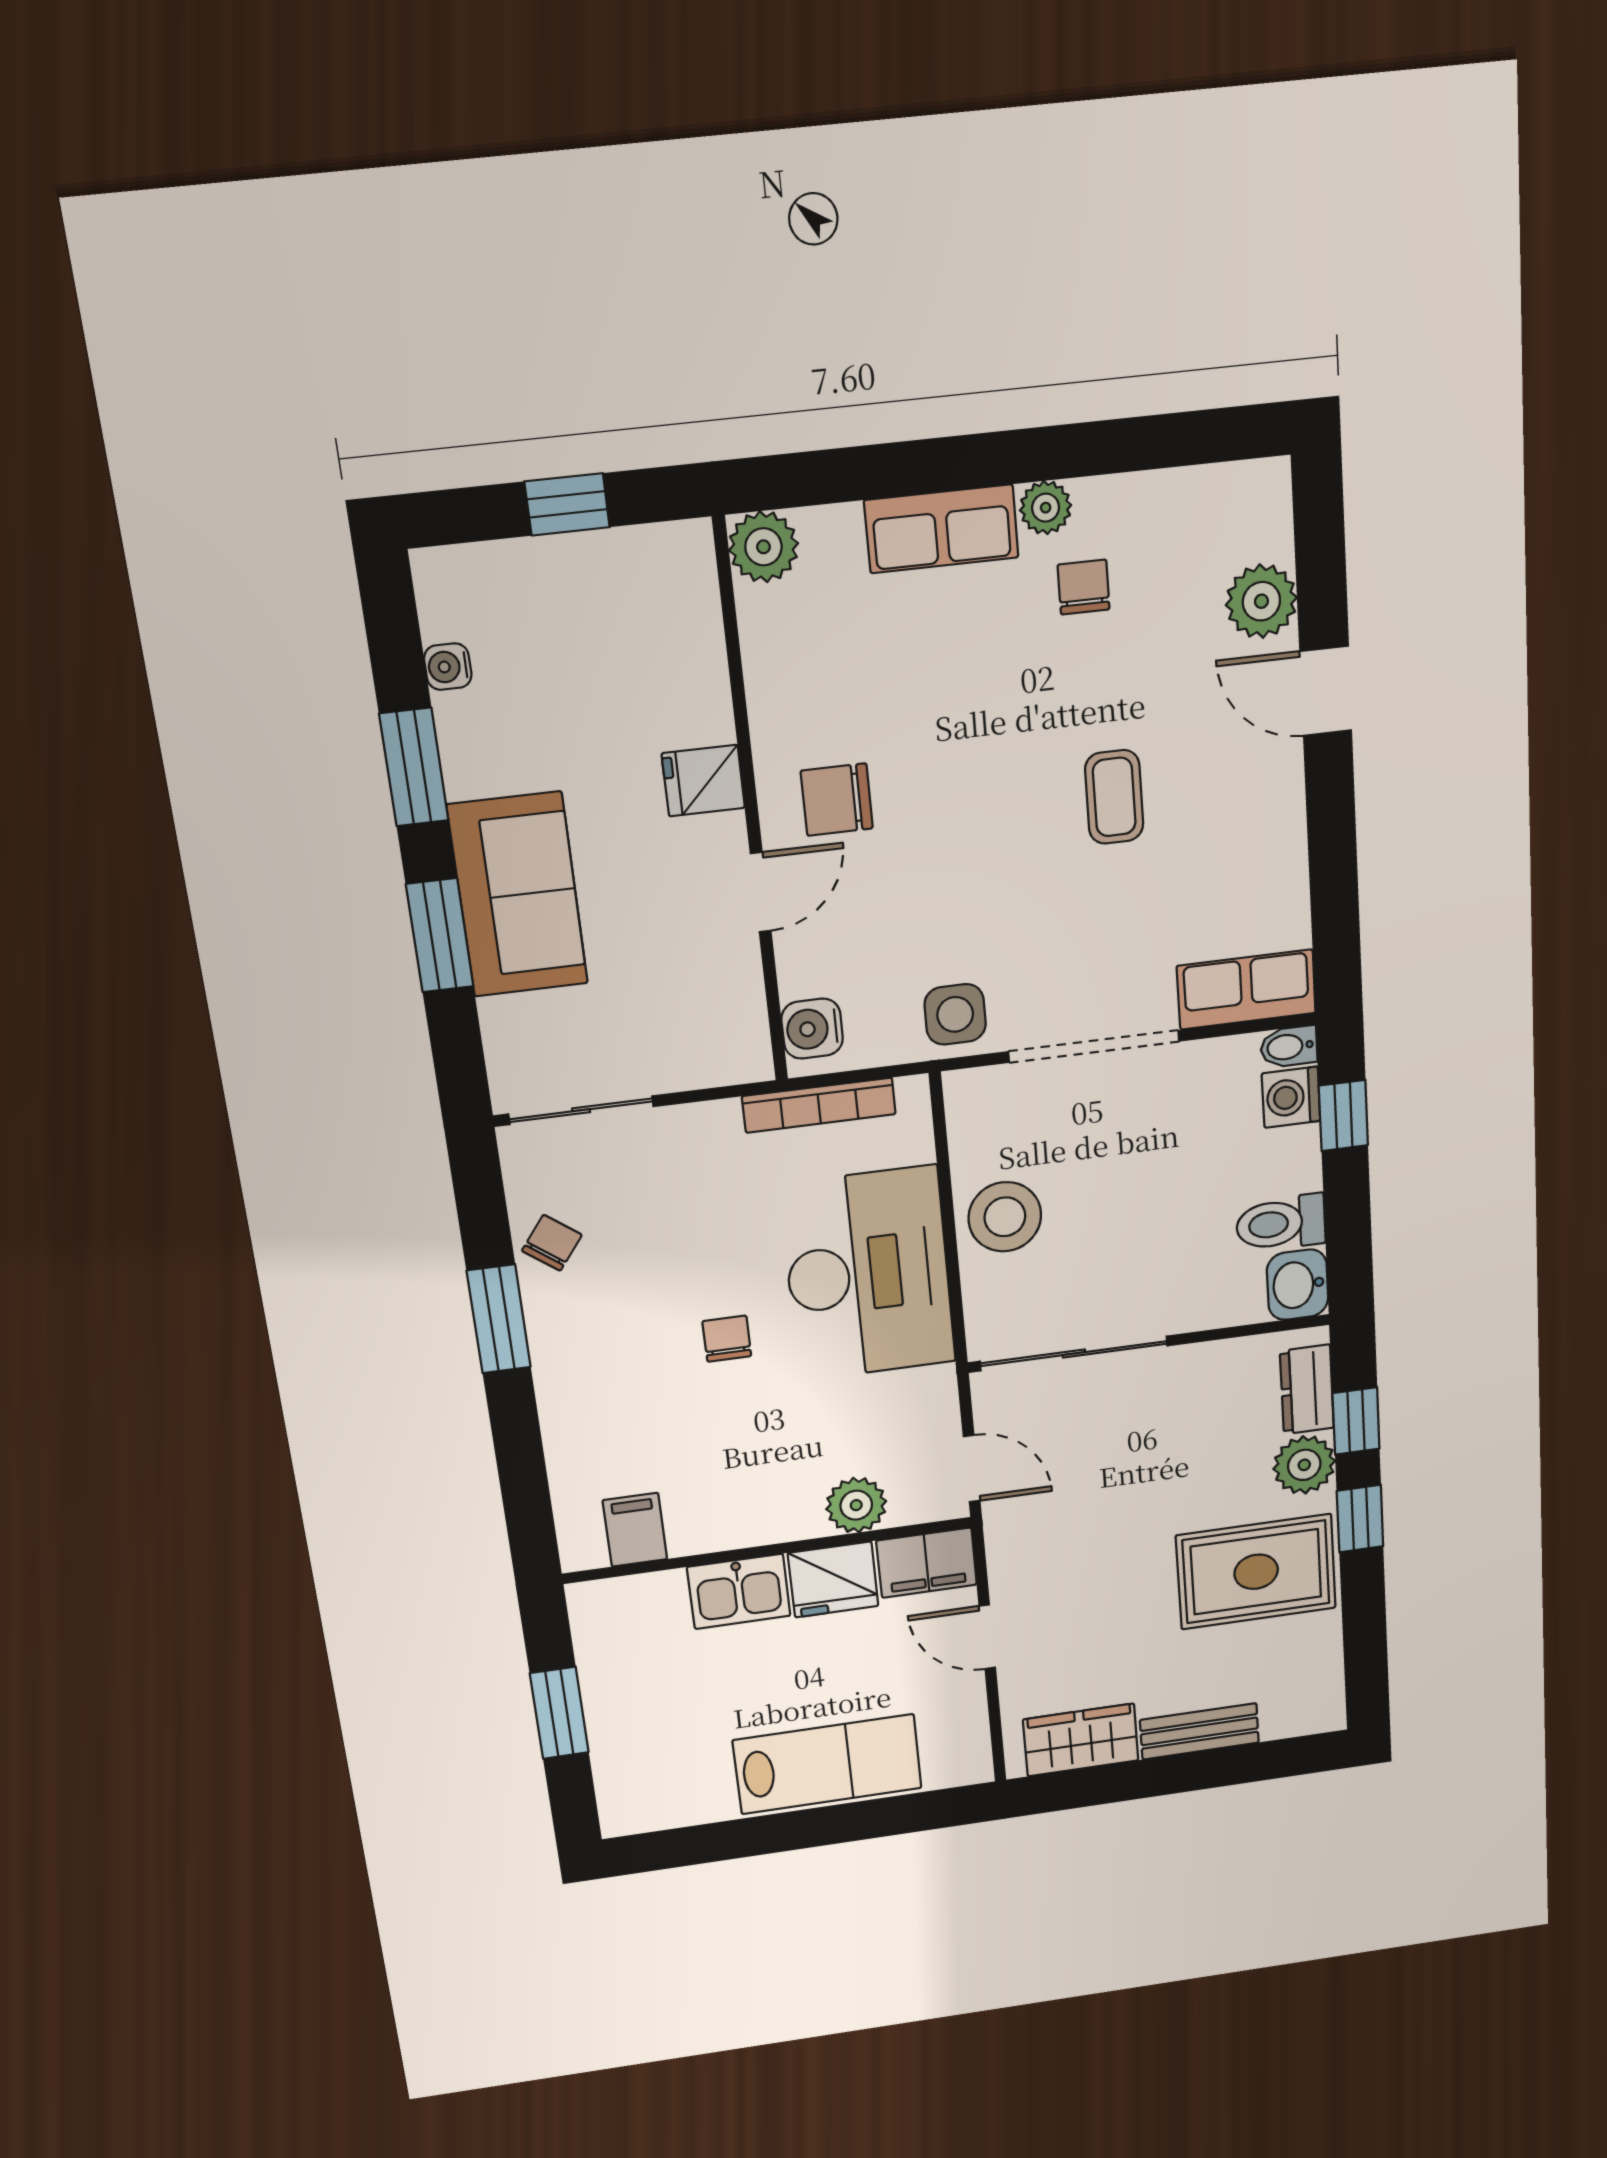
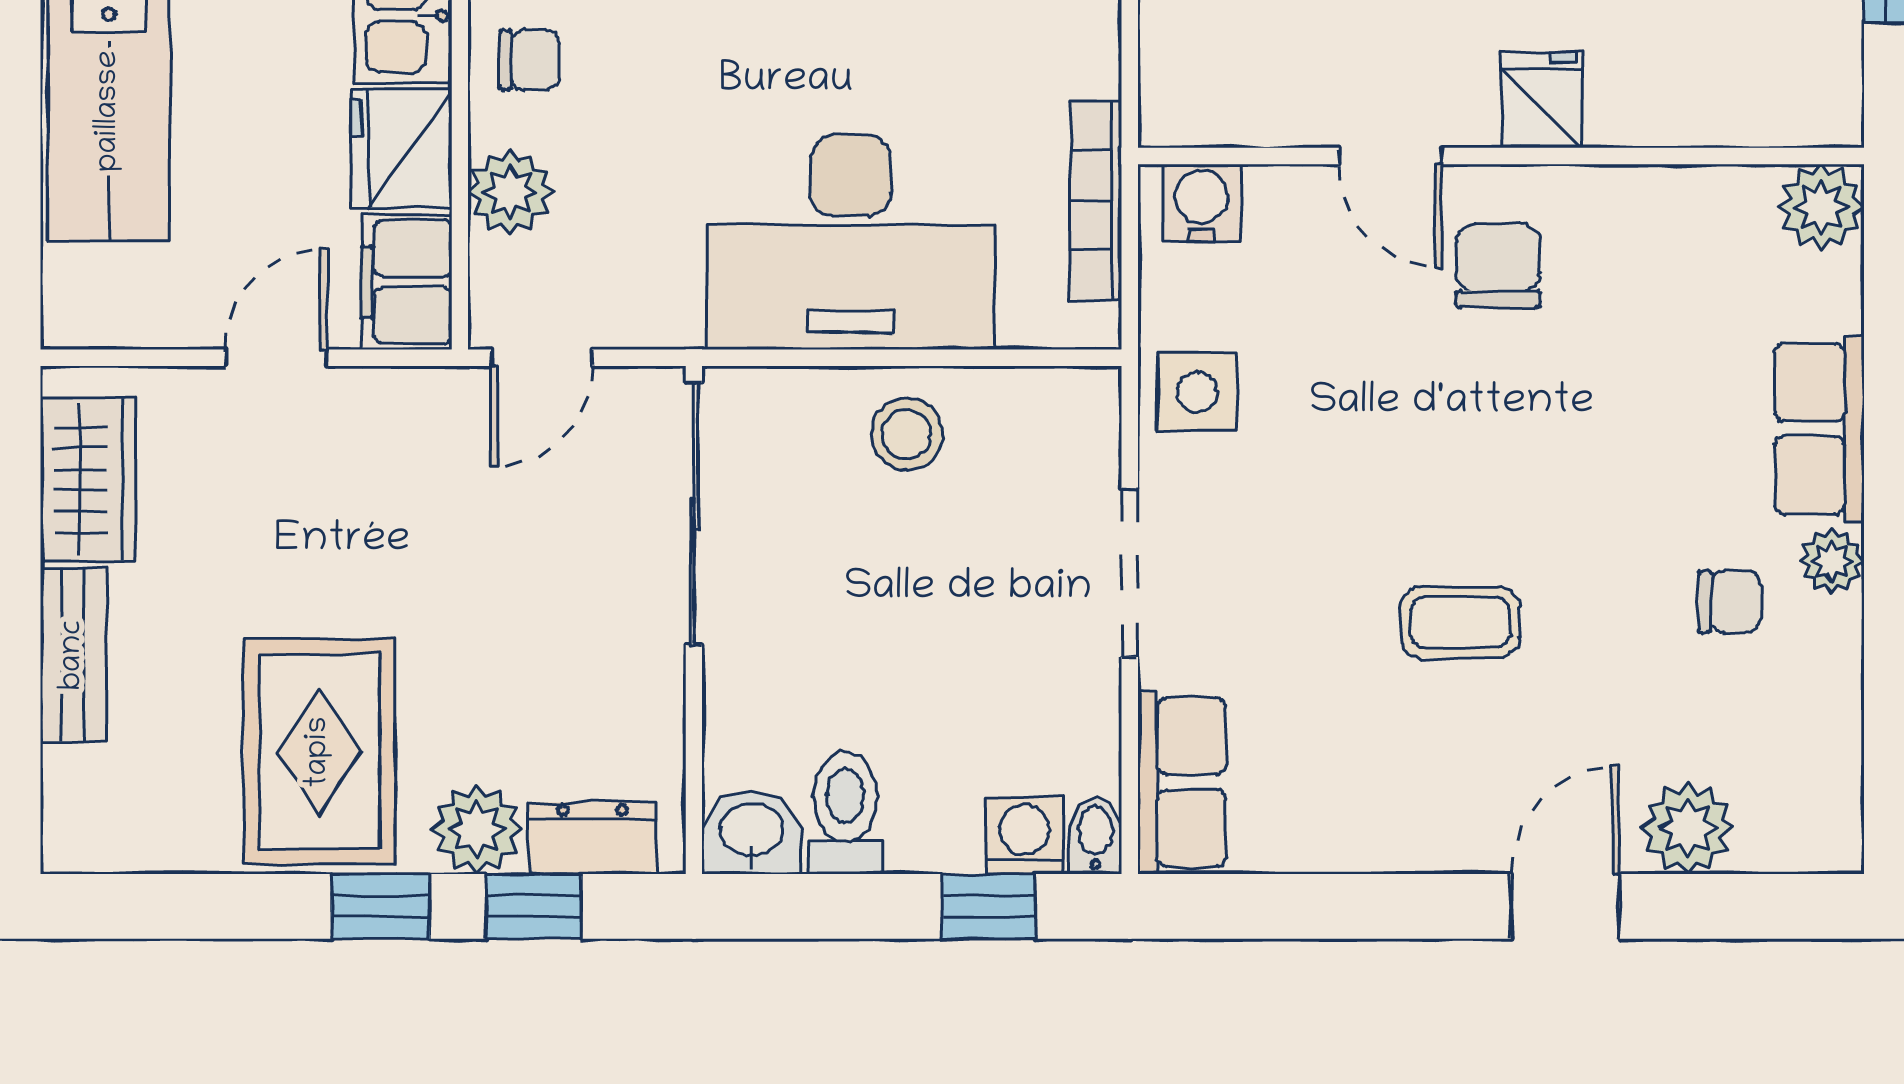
doorway: (1094, 1046) -> (1130, 573), width x0.73
stool: (1005, 1217) -> (906, 434), width x0.73, depth x0.73
chair: (727, 1339) -> (529, 60), moved

